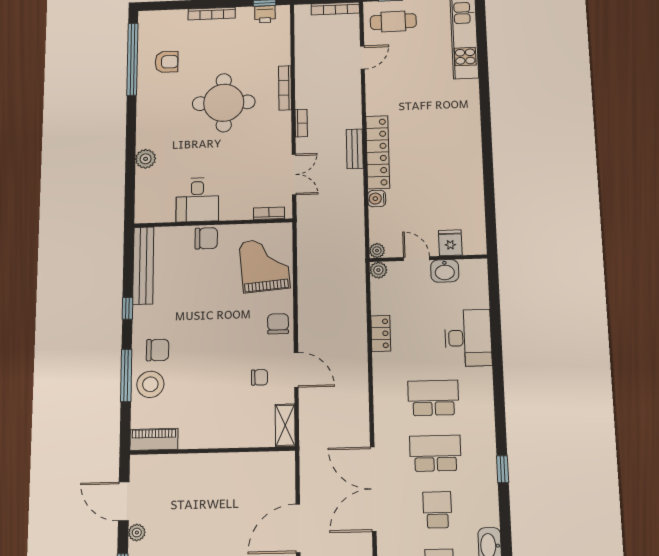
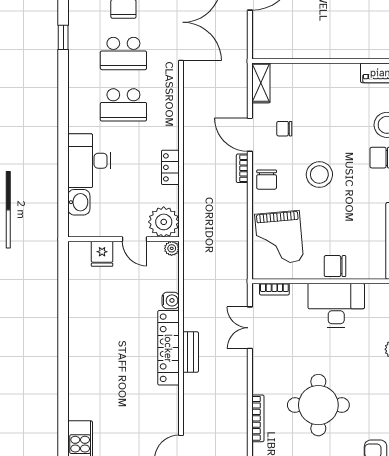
bookcase: (301, 123) -> (242, 168), moved
desk: (197, 200) -> (336, 305), width x1.37
plant: (378, 270) -> (164, 222), width x1.87, depth x1.87
washbasin: (445, 271) -> (79, 202), moved, turned 90
stool: (222, 331) -> (319, 175), added

